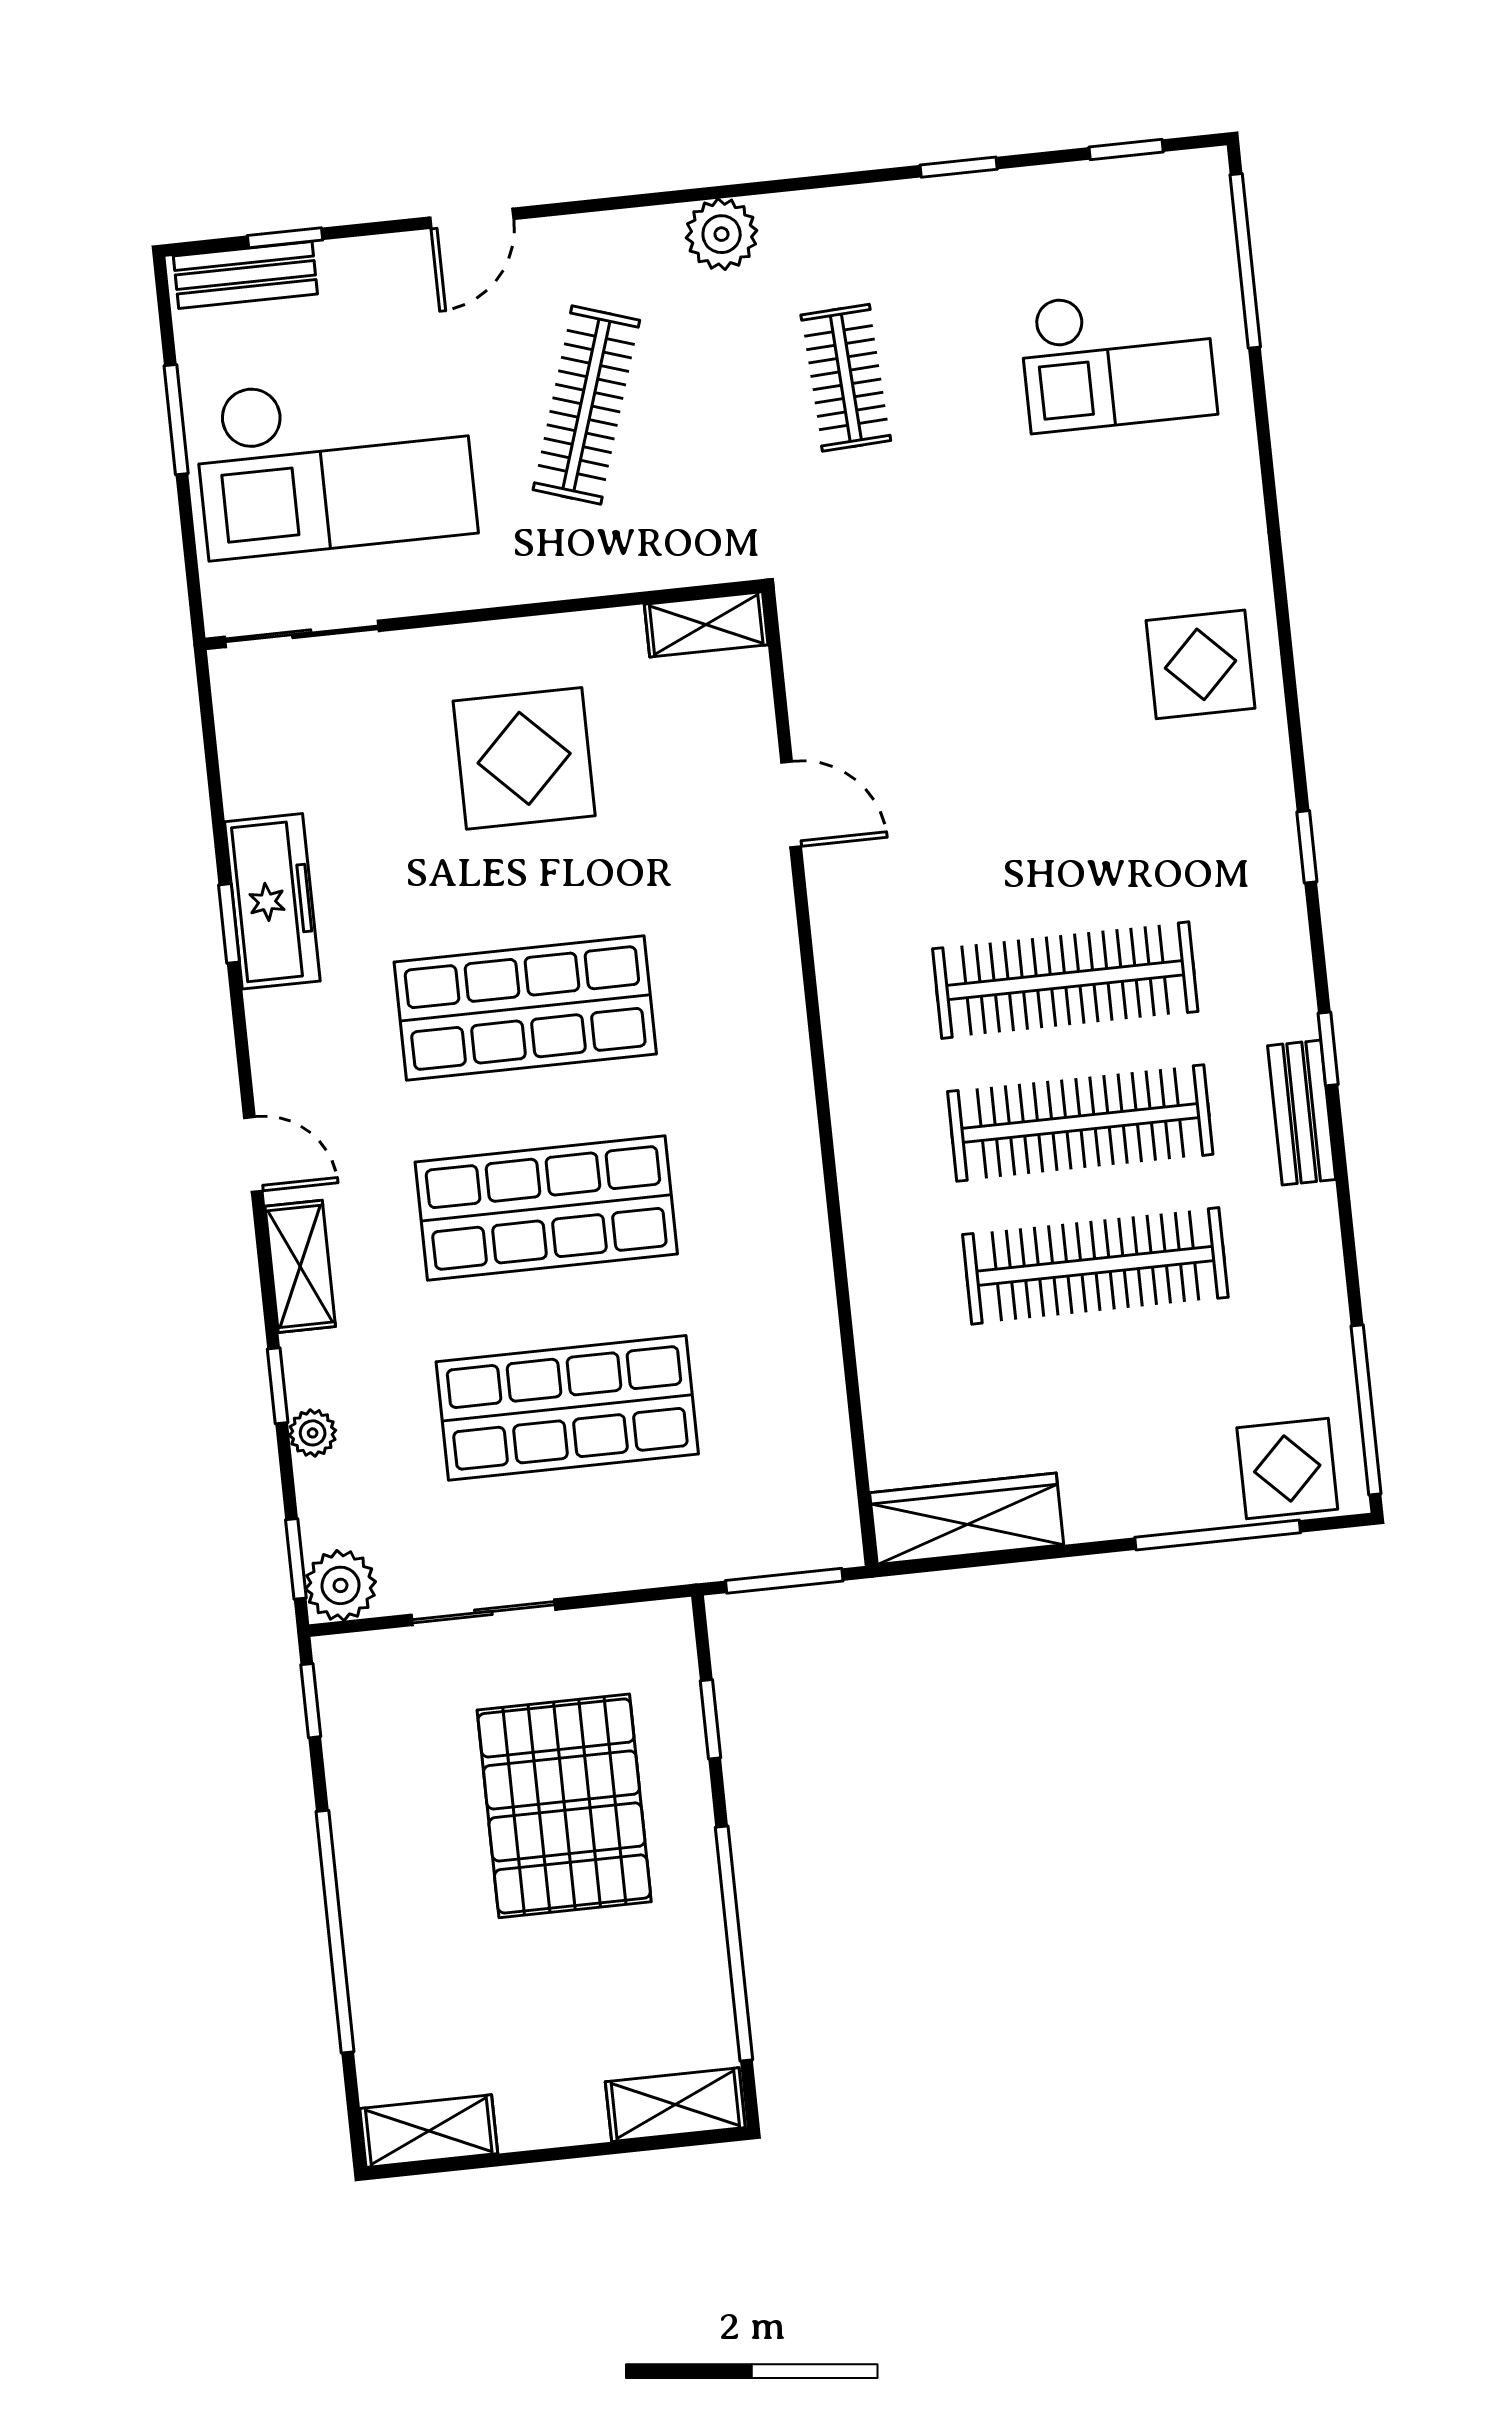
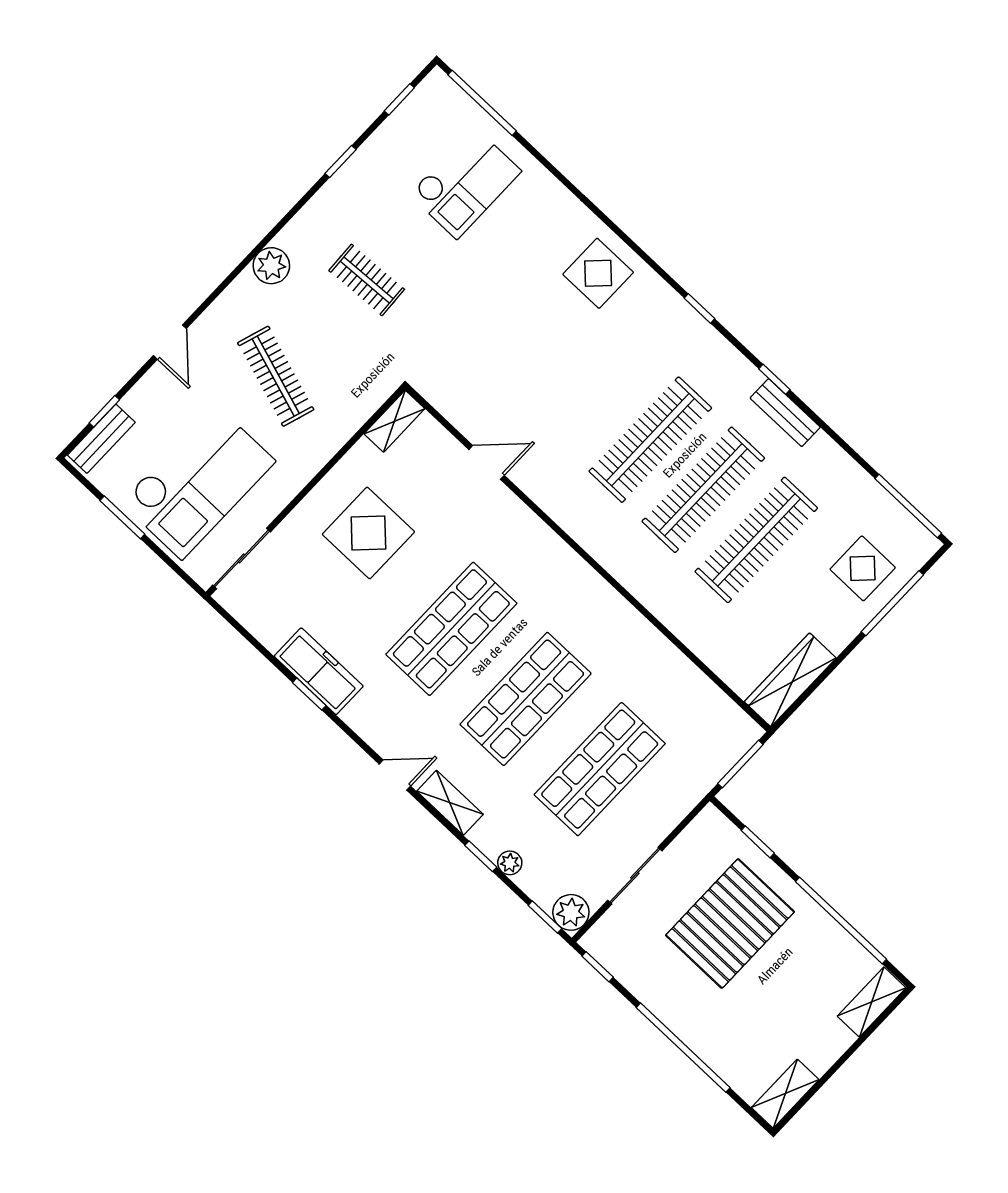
display table: (1287, 1469) -> (863, 568), moved
pallet: (564, 1806) -> (730, 924), turned 90

